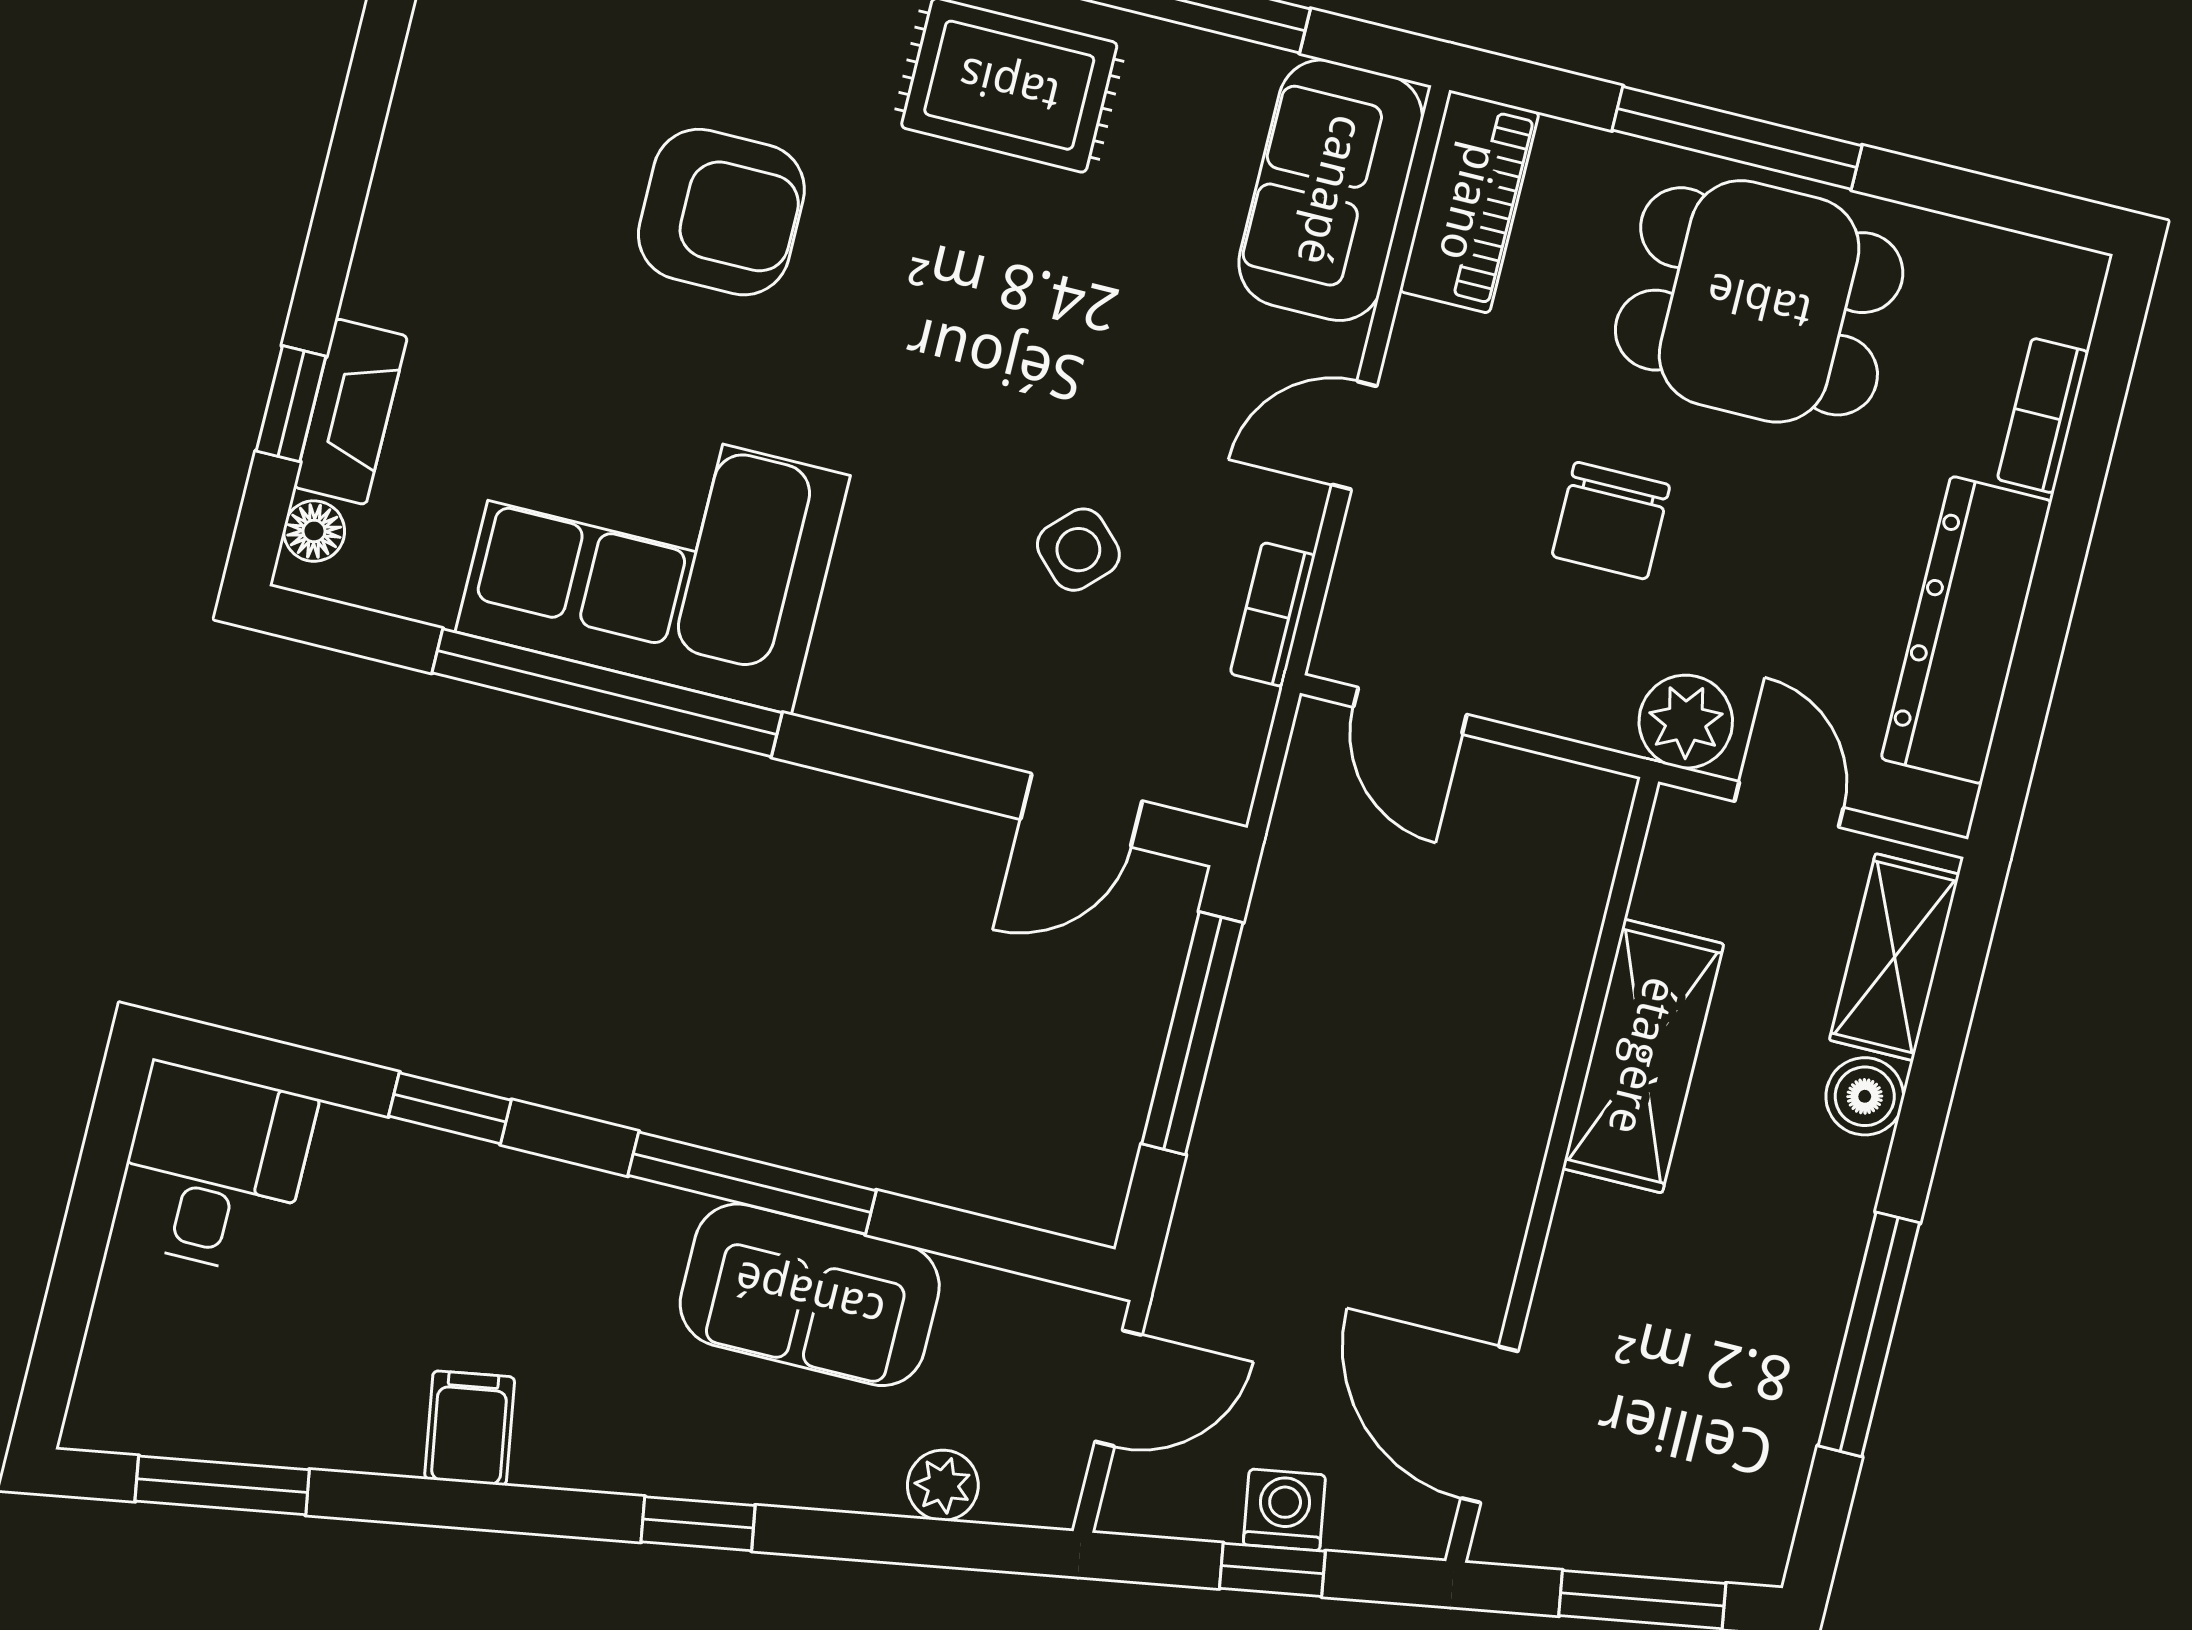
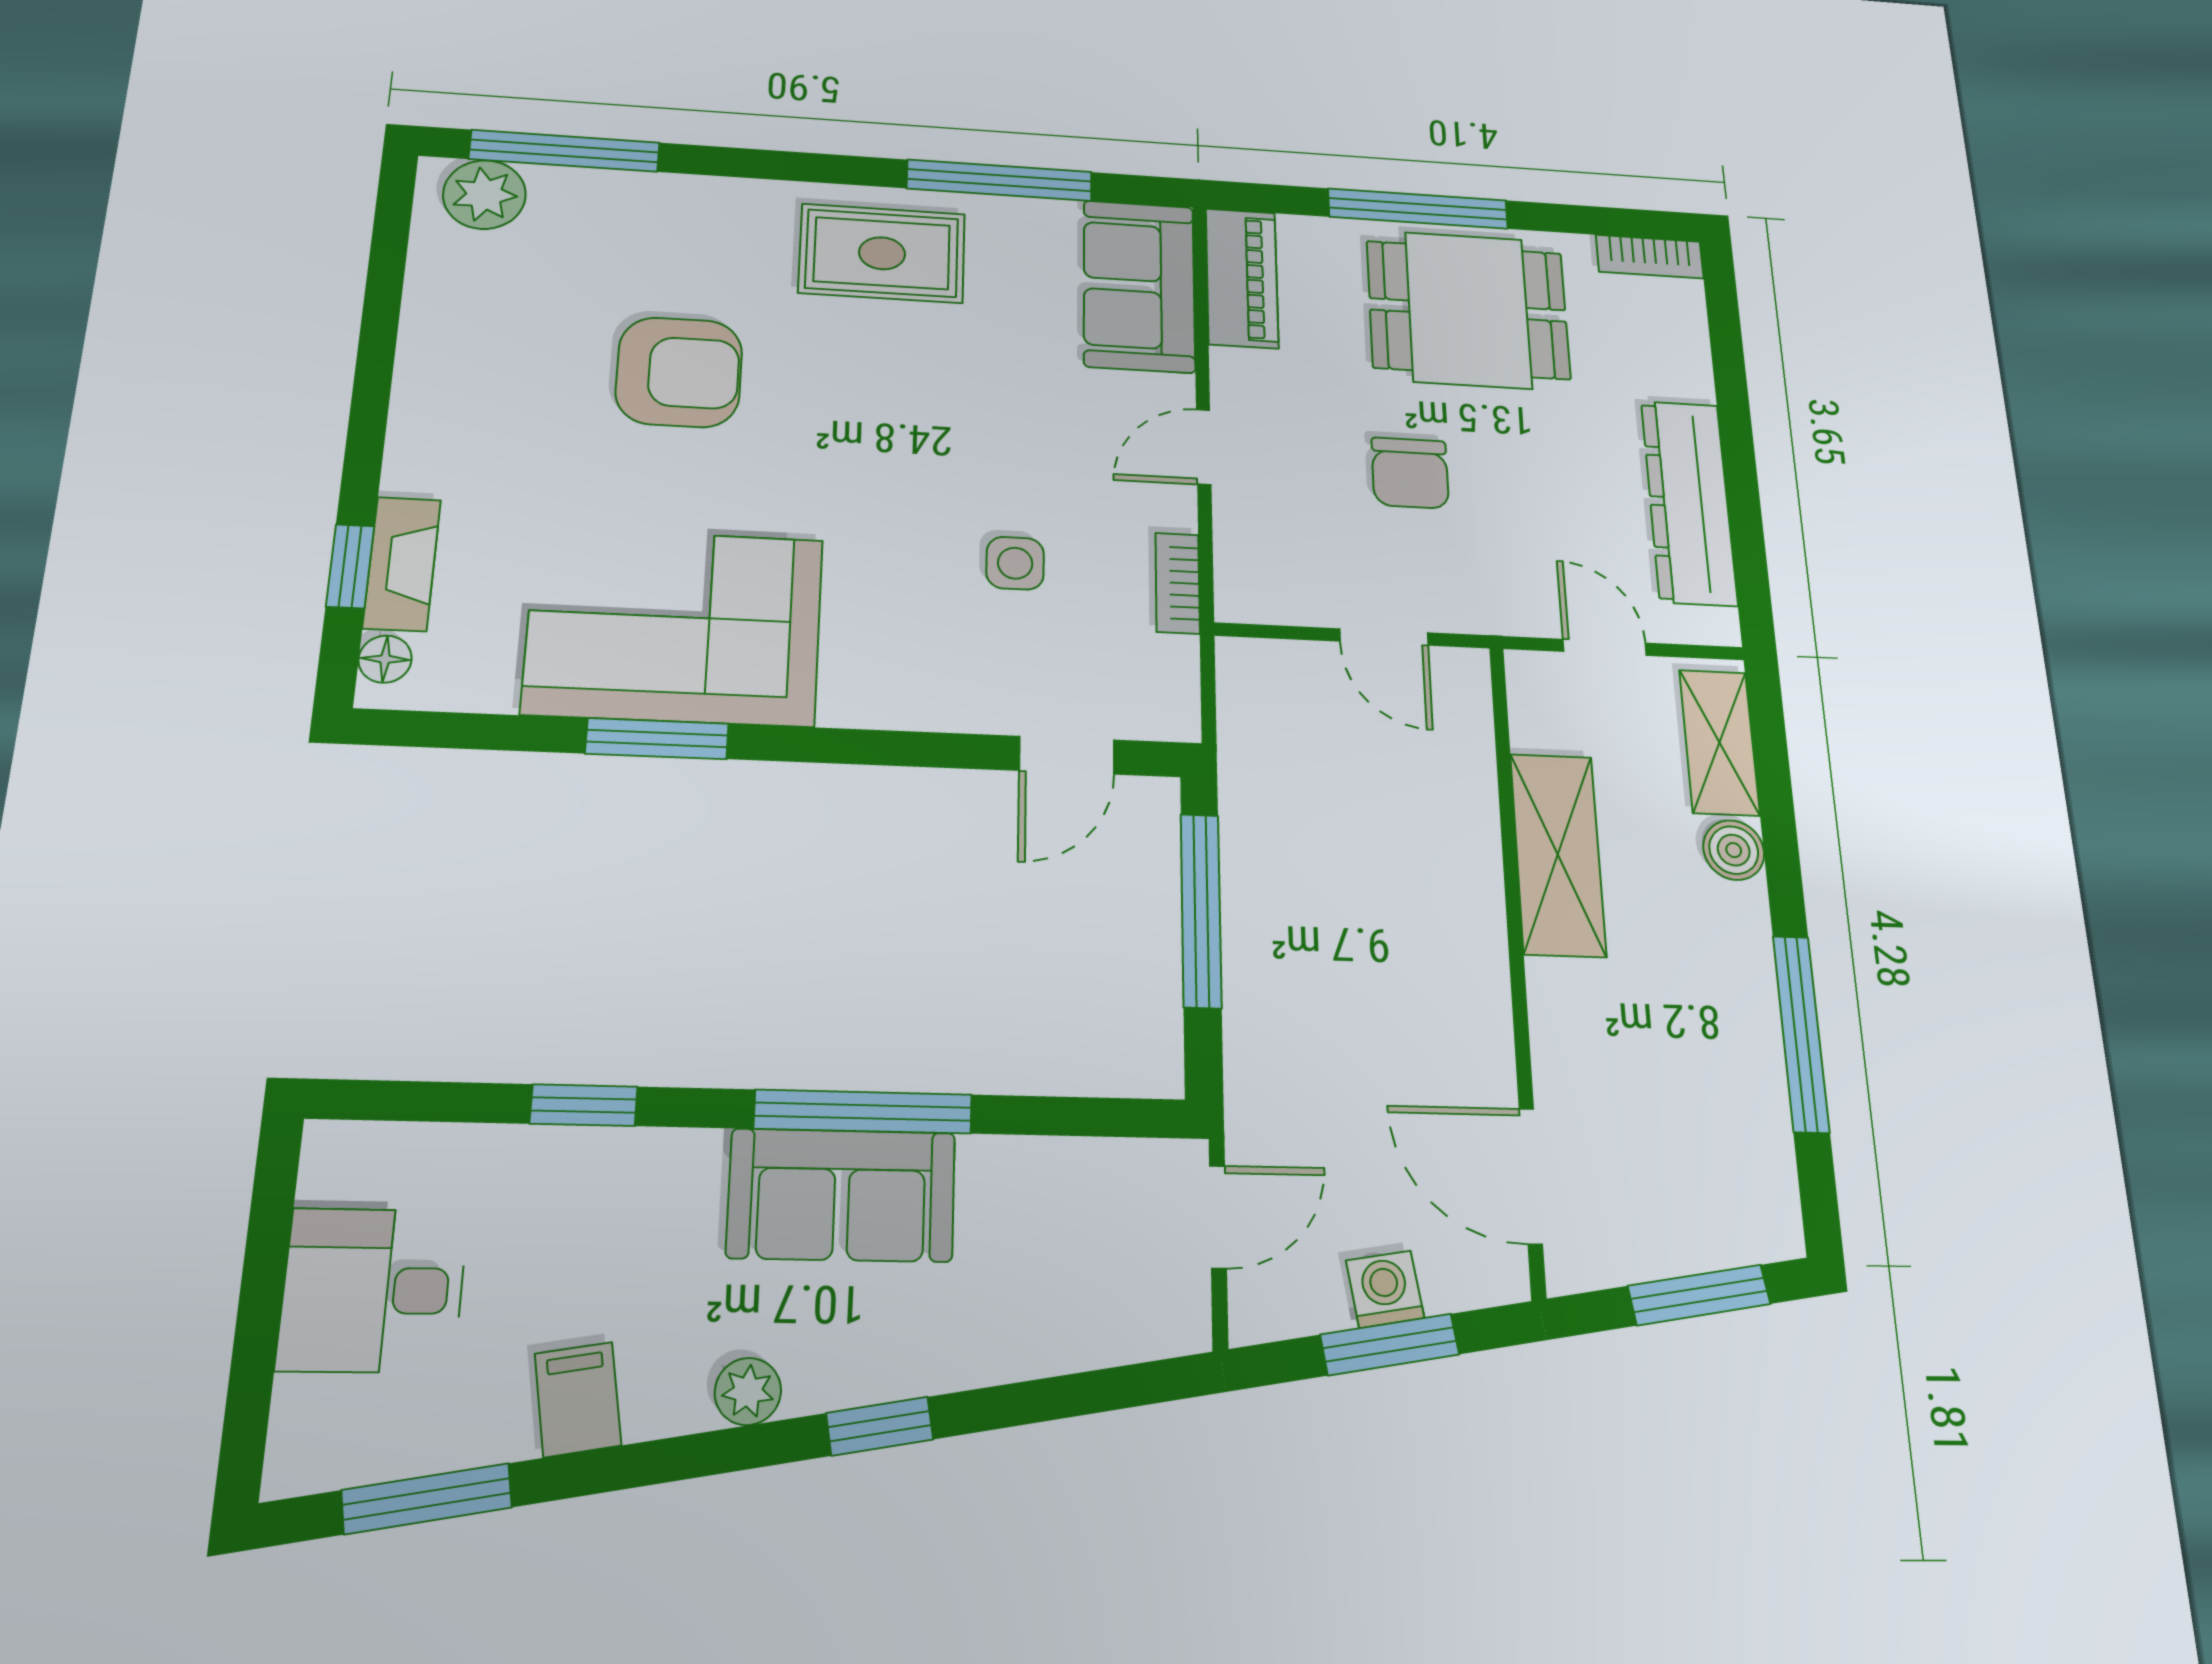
bookcase: (2043, 416) -> (1650, 257), moved, turned -90
side table: (1078, 550) -> (1015, 563), turned 45
window: (607, 693) -> (657, 739), width x0.47
door: (1410, 711) -> (1384, 637), moved
plant: (1686, 722) -> (1510, 603), removed
desk: (214, 1169) -> (373, 1290), moved, turned -90
sofa: (810, 1295) -> (842, 1195), moved
filing cabinet: (470, 1428) -> (578, 1399), moved
plant: (943, 1485) -> (748, 1391), moved
window: (1272, 1570) -> (1390, 1345), width x1.50

